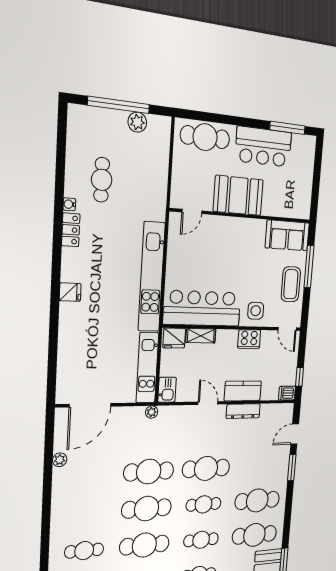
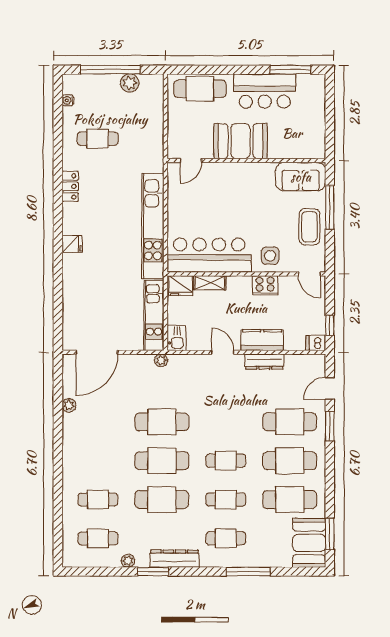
cafe table: (102, 180) -> (98, 139), turned 90
water cooler: (69, 204) -> (68, 100), moved
cafe table: (206, 468) -> (290, 422), moved

